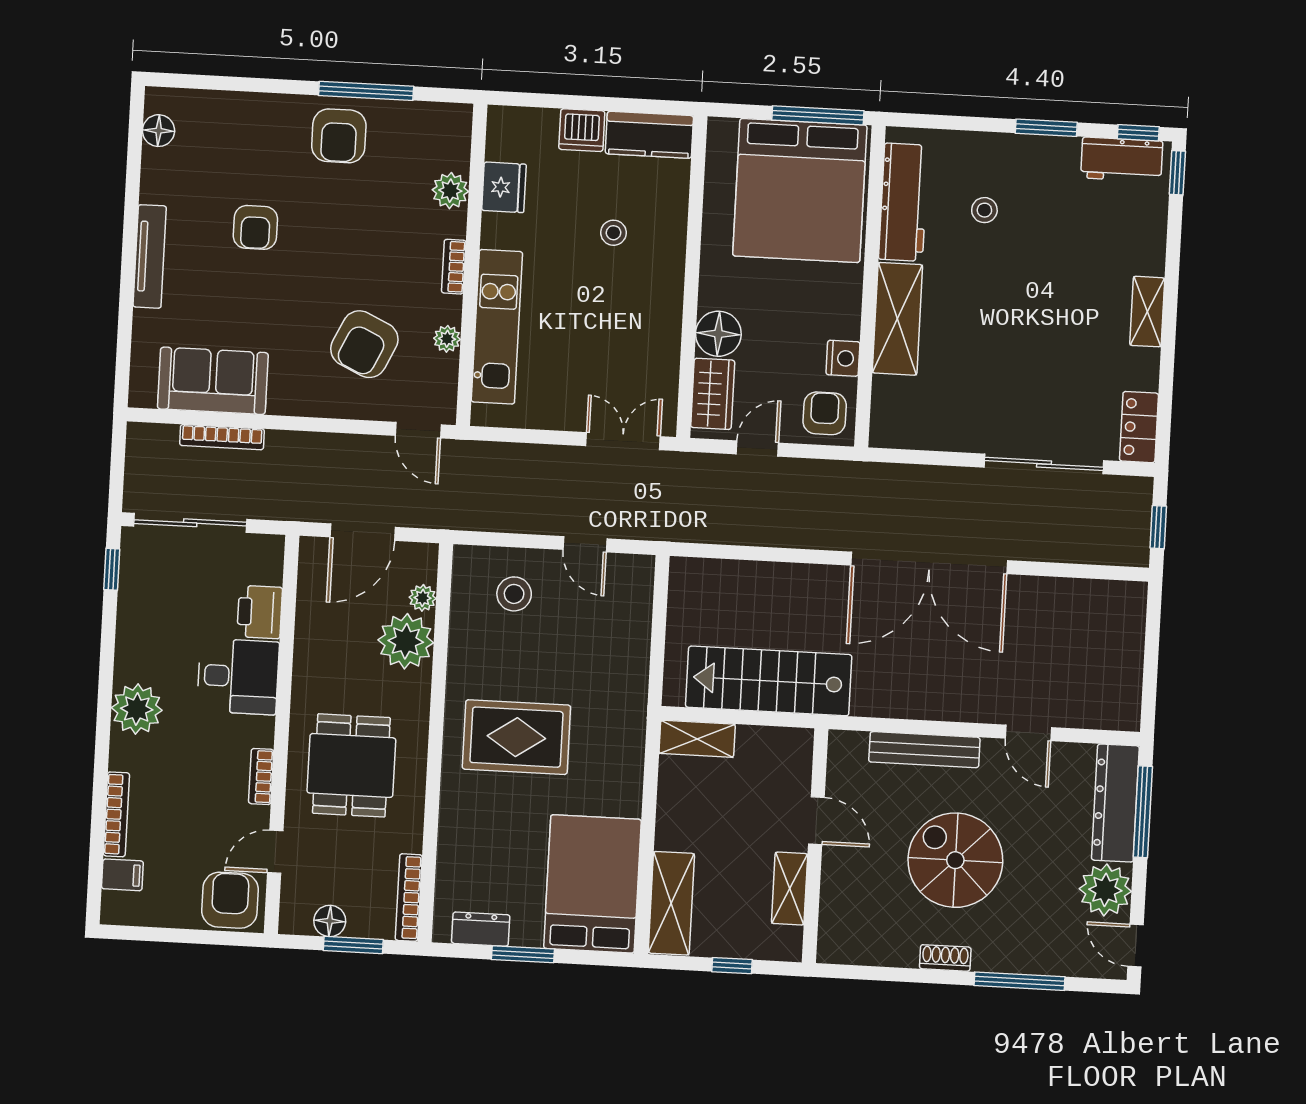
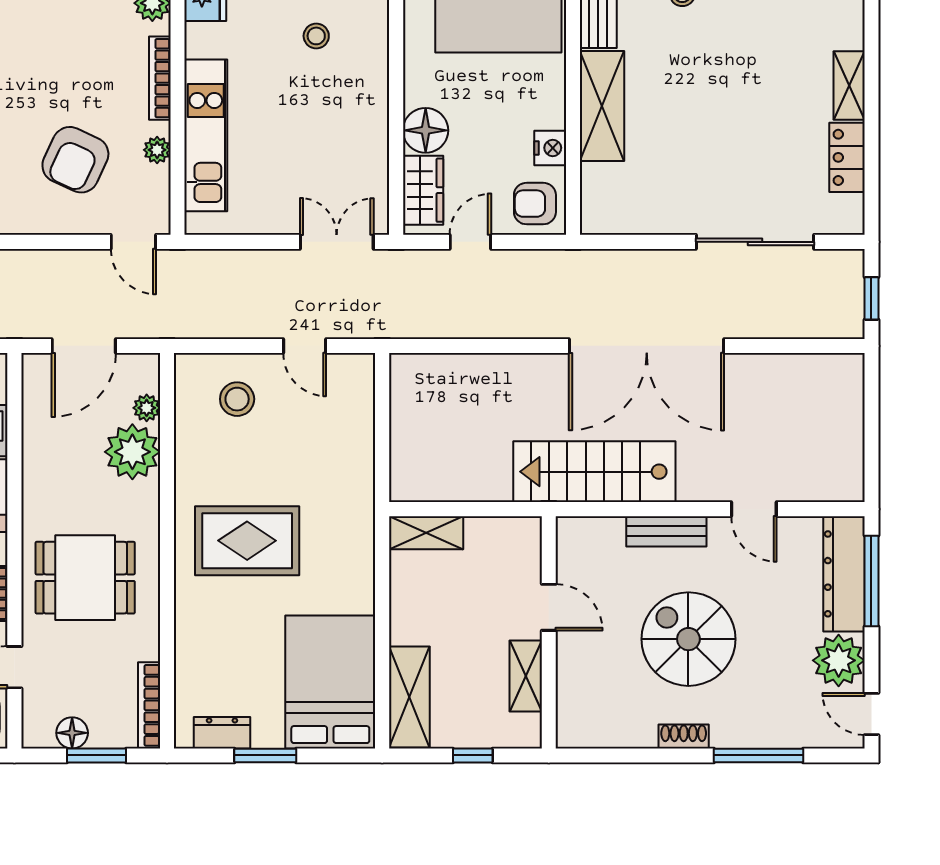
bookcase: (454, 267) -> (160, 78), width x1.56
armchair: (825, 413) -> (535, 204), turned -90
locker: (1139, 427) -> (847, 157), moved
stairs: (769, 681) -> (594, 472), moved
bench: (924, 750) -> (666, 531), width x0.73
dining table: (351, 765) -> (85, 578), turned 90

